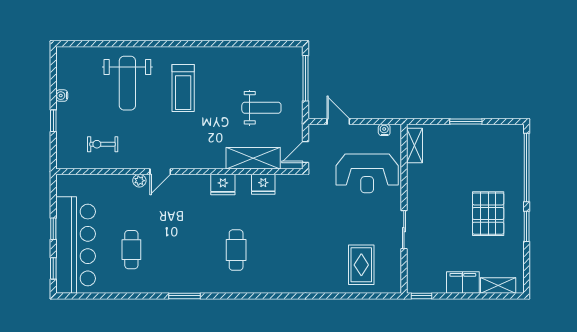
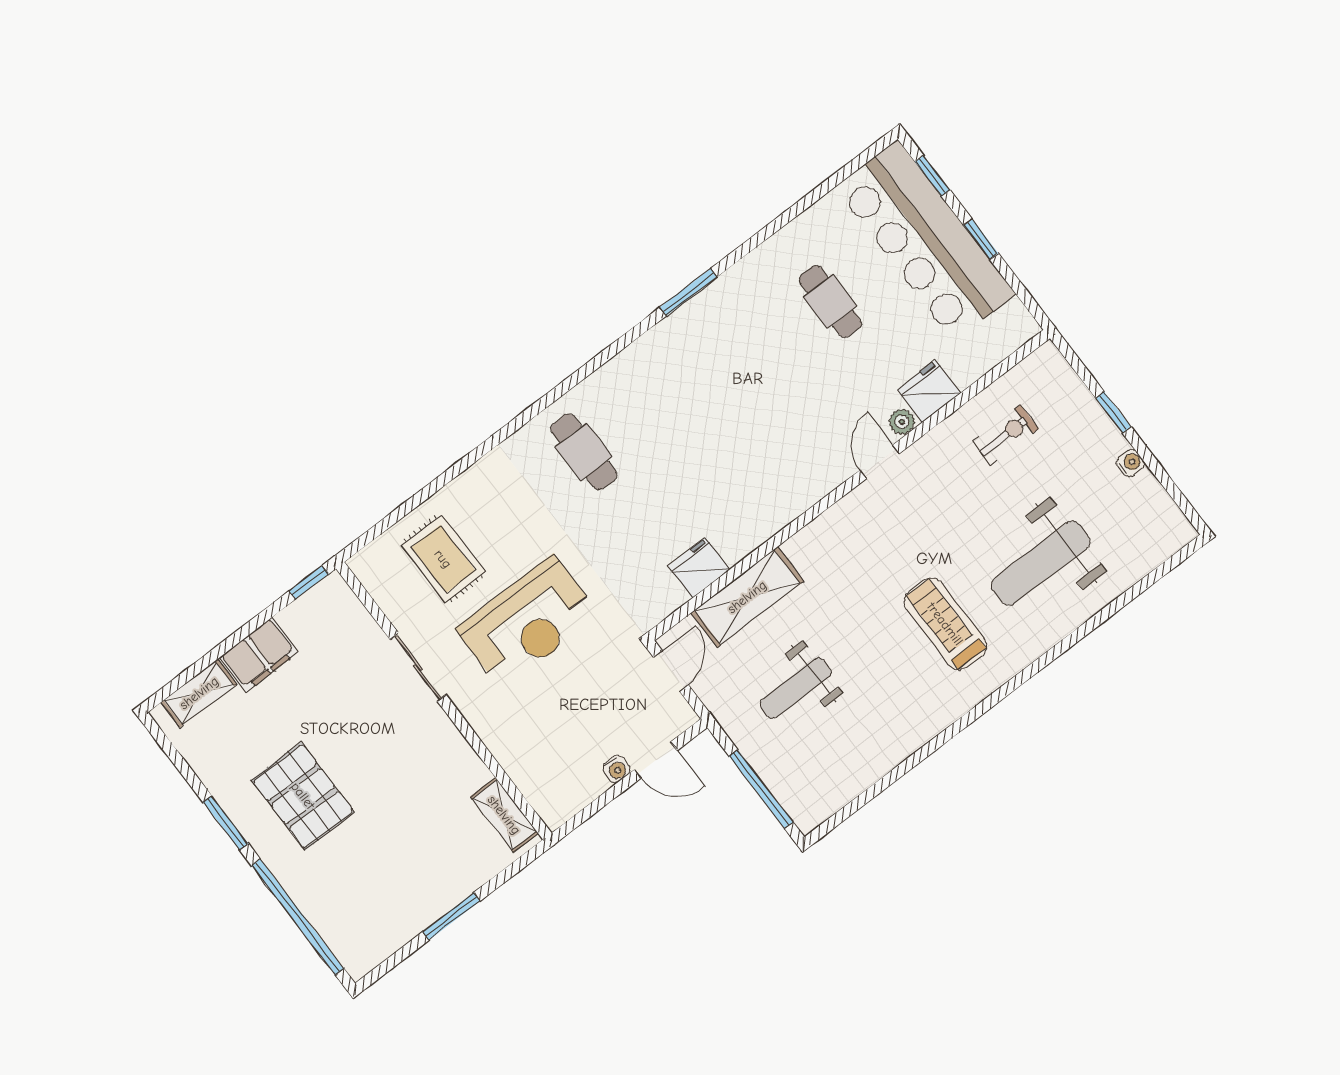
weight bench: (127, 83) -> (1041, 563), turned -90
water cooler: (384, 130) -> (616, 769), moved
reception desk: (367, 173) -> (528, 622), moved, turned 180
fridge: (223, 185) -> (929, 391), moved
cafe table: (236, 250) -> (584, 452), moved

